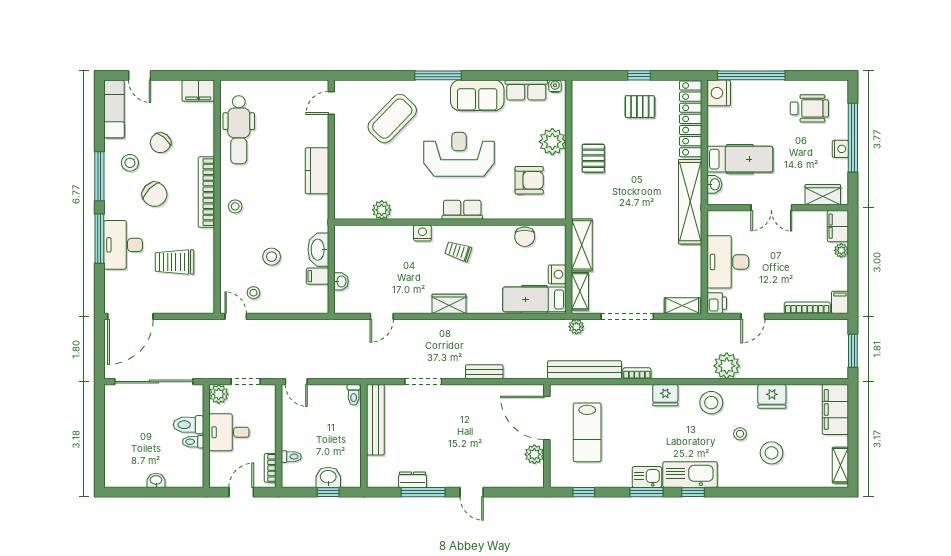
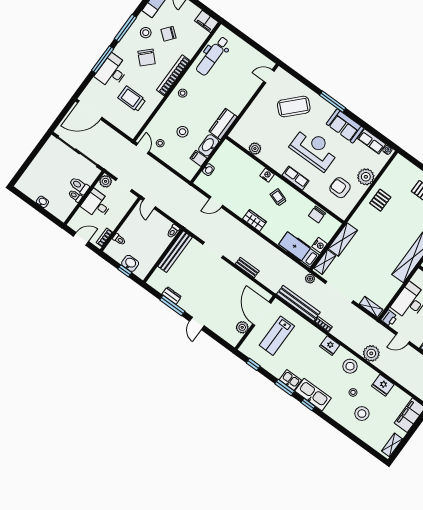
kitchen counter: (317, 171) -> (223, 124), moved
armchair: (529, 180) -> (340, 188), turned 180

